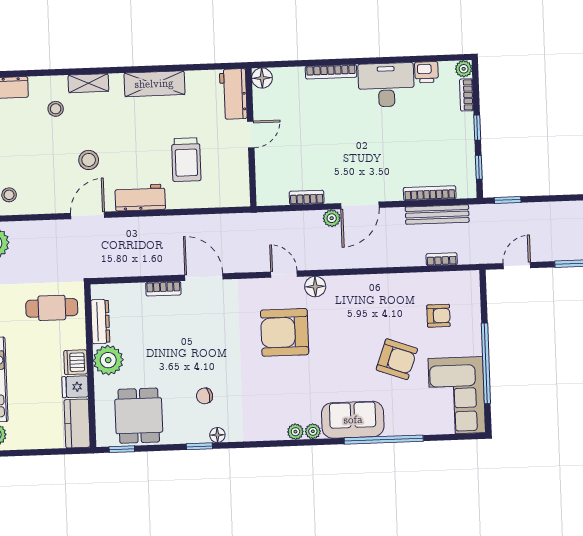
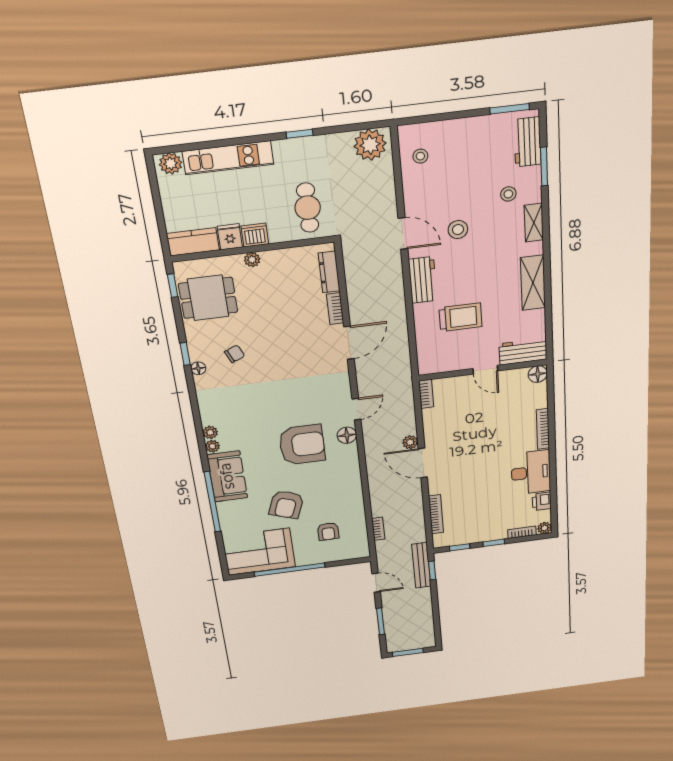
window: (30, 73) -> (544, 167), added
trolley: (186, 160) -> (461, 317), turned 180
bookcase: (307, 197) -> (426, 394), moved
bench: (437, 215) -> (421, 565), moved
dresser: (100, 322) -> (329, 272), moved, turned 90
armchair: (285, 332) -> (302, 445), moved, turned 90
plant: (108, 360) -> (252, 260), width x0.53, depth x0.53
chair: (205, 396) -> (235, 354), turned 77

